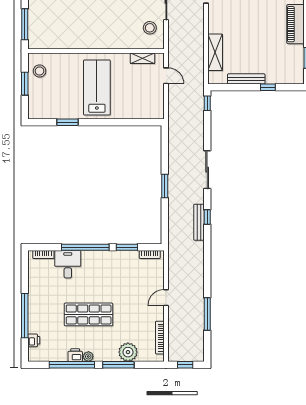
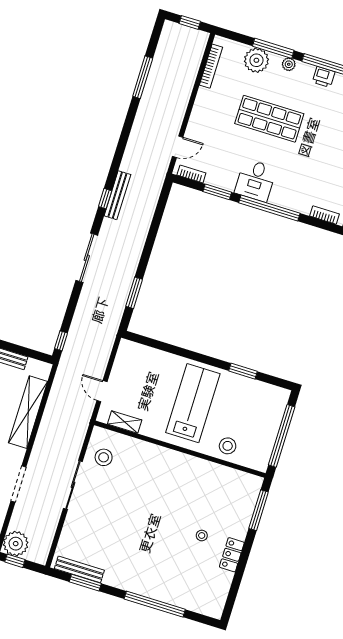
shelving: (215, 52) -> (28, 412), width x1.47
stool: (40, 71) -> (228, 446), moved
window: (25, 84) -> (282, 436), width x2.11
lab bench: (97, 87) -> (193, 403), turned 180
window: (165, 186) -> (134, 293), moved
desk: (68, 264) -> (256, 180), moved
door: (166, 298) -> (178, 147), moved
shop shelf: (89, 314) -> (269, 119), moved
plant: (88, 356) -> (289, 64), moved

